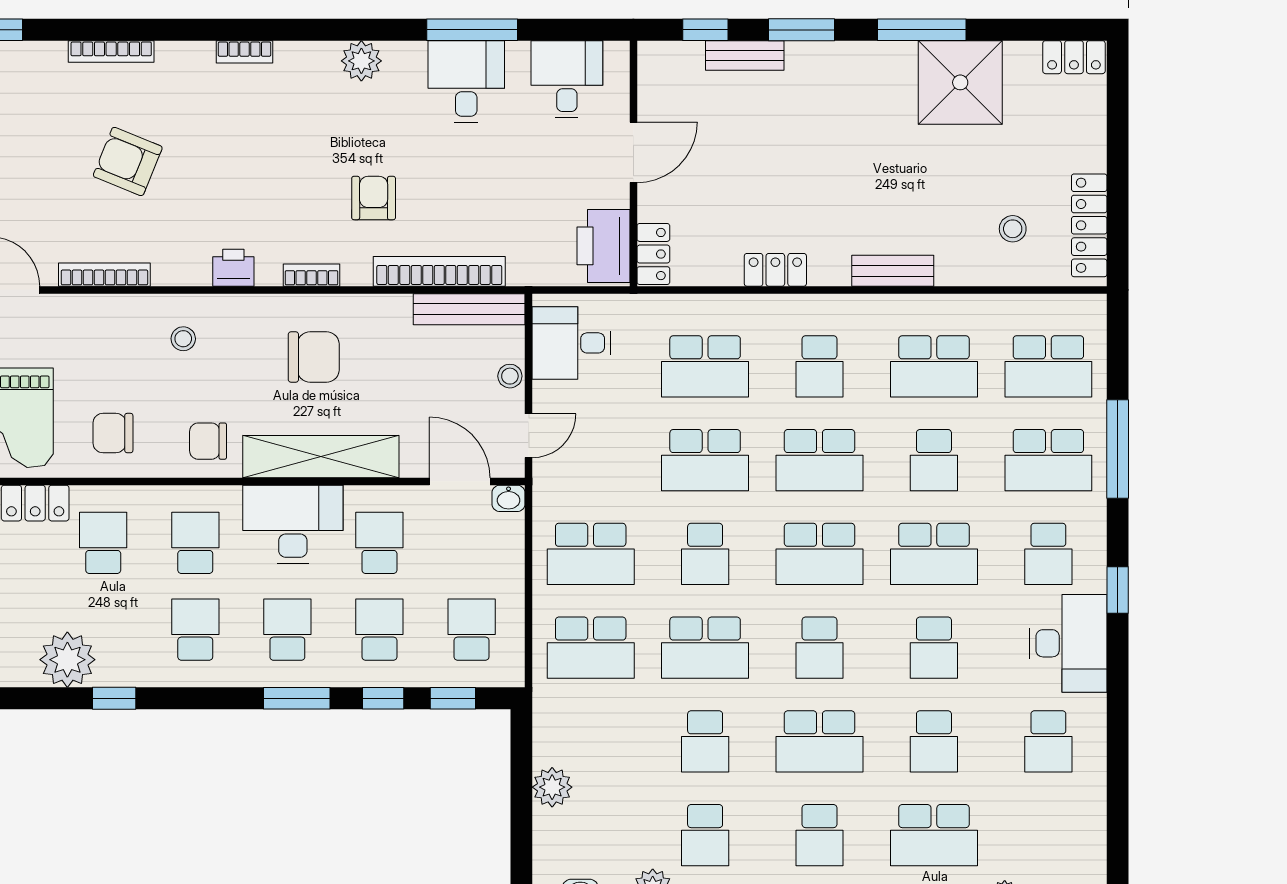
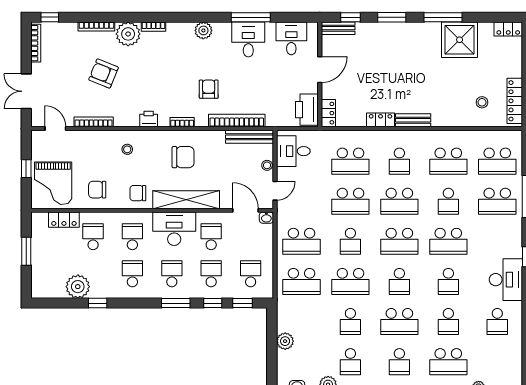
bench: (745, 56) -> (338, 28), moved
plant: (185, 69) -> (128, 34), added
bench: (893, 271) -> (413, 120), moved
school desk: (1048, 554) -> (497, 241), removed

